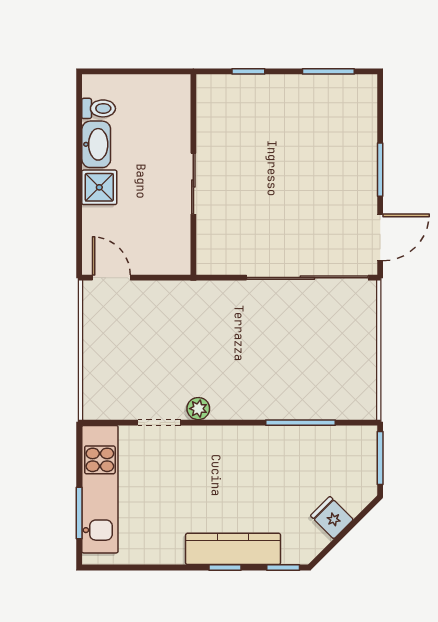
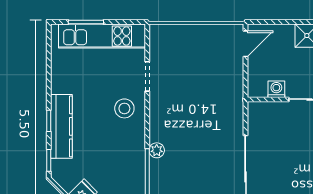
washing machine: (178, 232) -> (276, 89), added
plant: (198, 409) -> (157, 150), moved
stool: (207, 456) -> (124, 108), added

